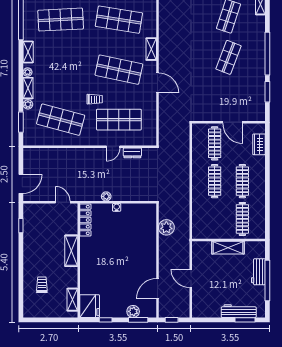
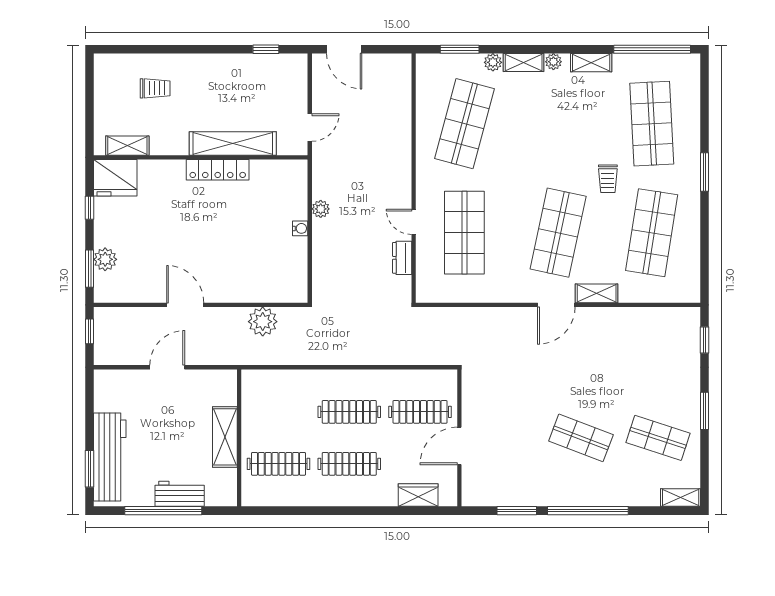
door: (157, 83) -> (556, 305), moved
trolley: (95, 99) -> (608, 179), moved
locker: (85, 220) -> (218, 170), moved
shelving: (71, 251) -> (233, 143), width x1.47
door: (157, 289) -> (185, 305), moved
workbench: (239, 311) -> (110, 457), width x1.36, depth x1.32

